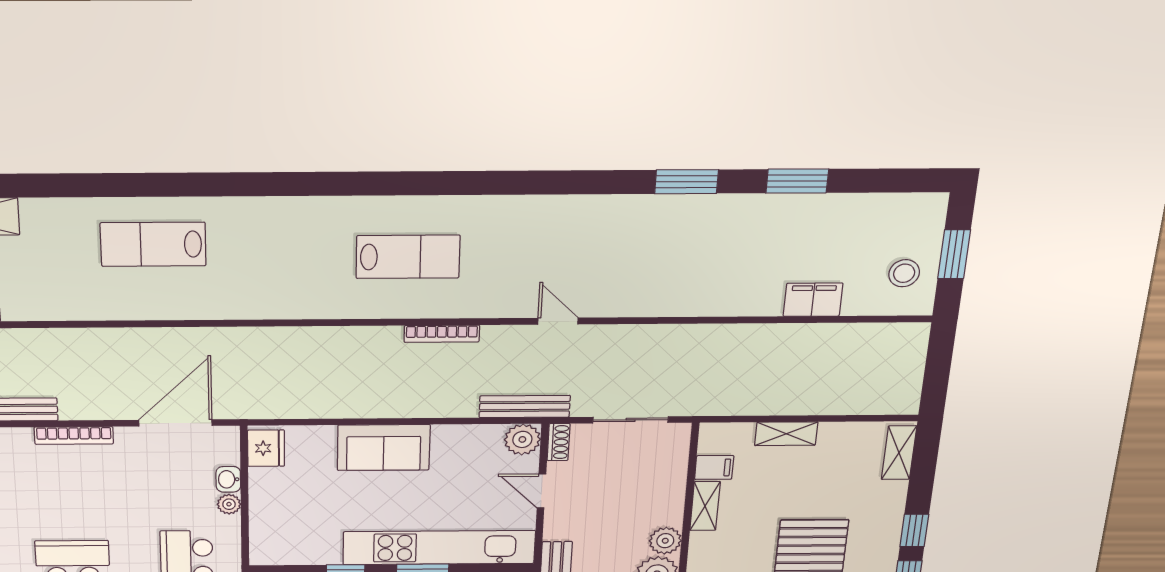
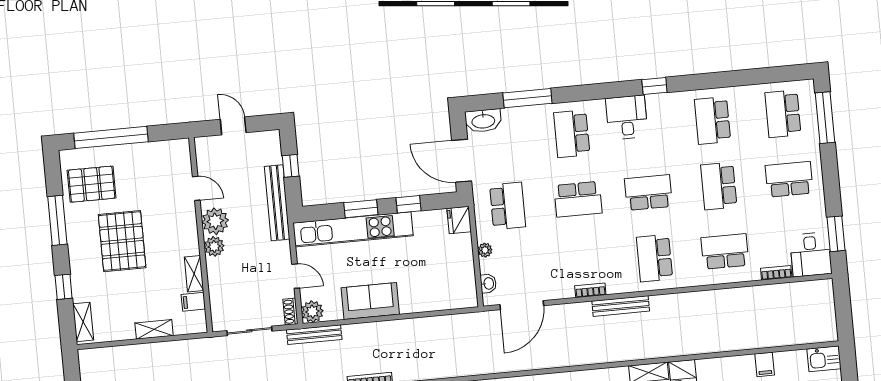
bookcase: (74, 435) -> (590, 290), width x0.64
fridge: (266, 448) -> (459, 220), moved
sofa: (384, 448) -> (370, 301), moved
washbasin: (228, 479) -> (488, 283), moved
window: (914, 530) -> (64, 287), moved

